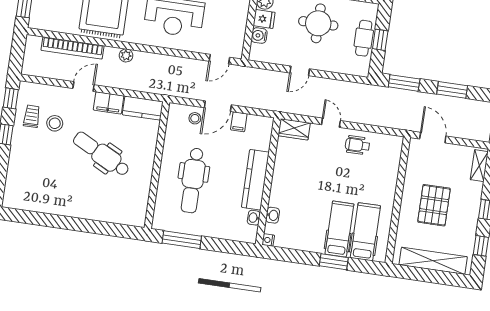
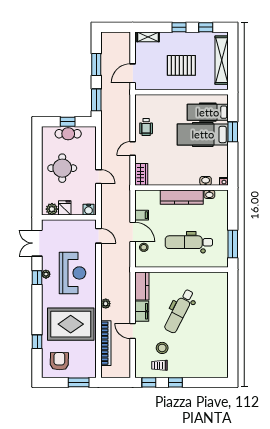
water cooler: (259, 36) -> (89, 210), moved
dental chair: (193, 180) -> (189, 242), turned 180
hospital bed: (339, 229) -> (203, 134), width x1.37, depth x1.29

